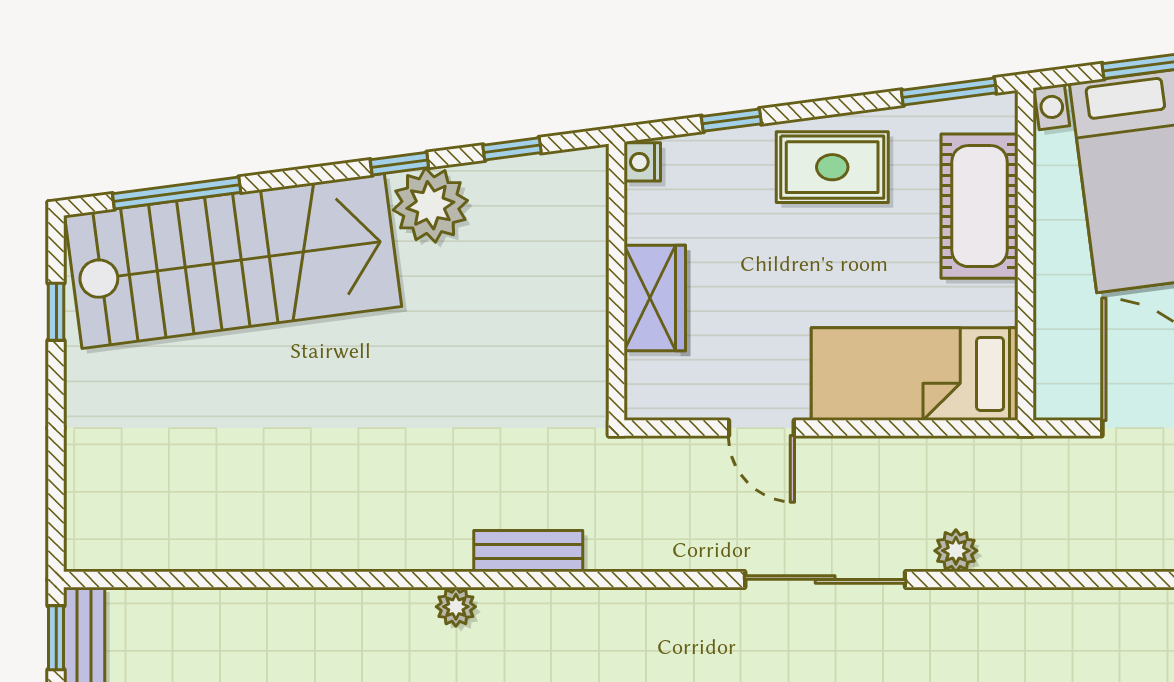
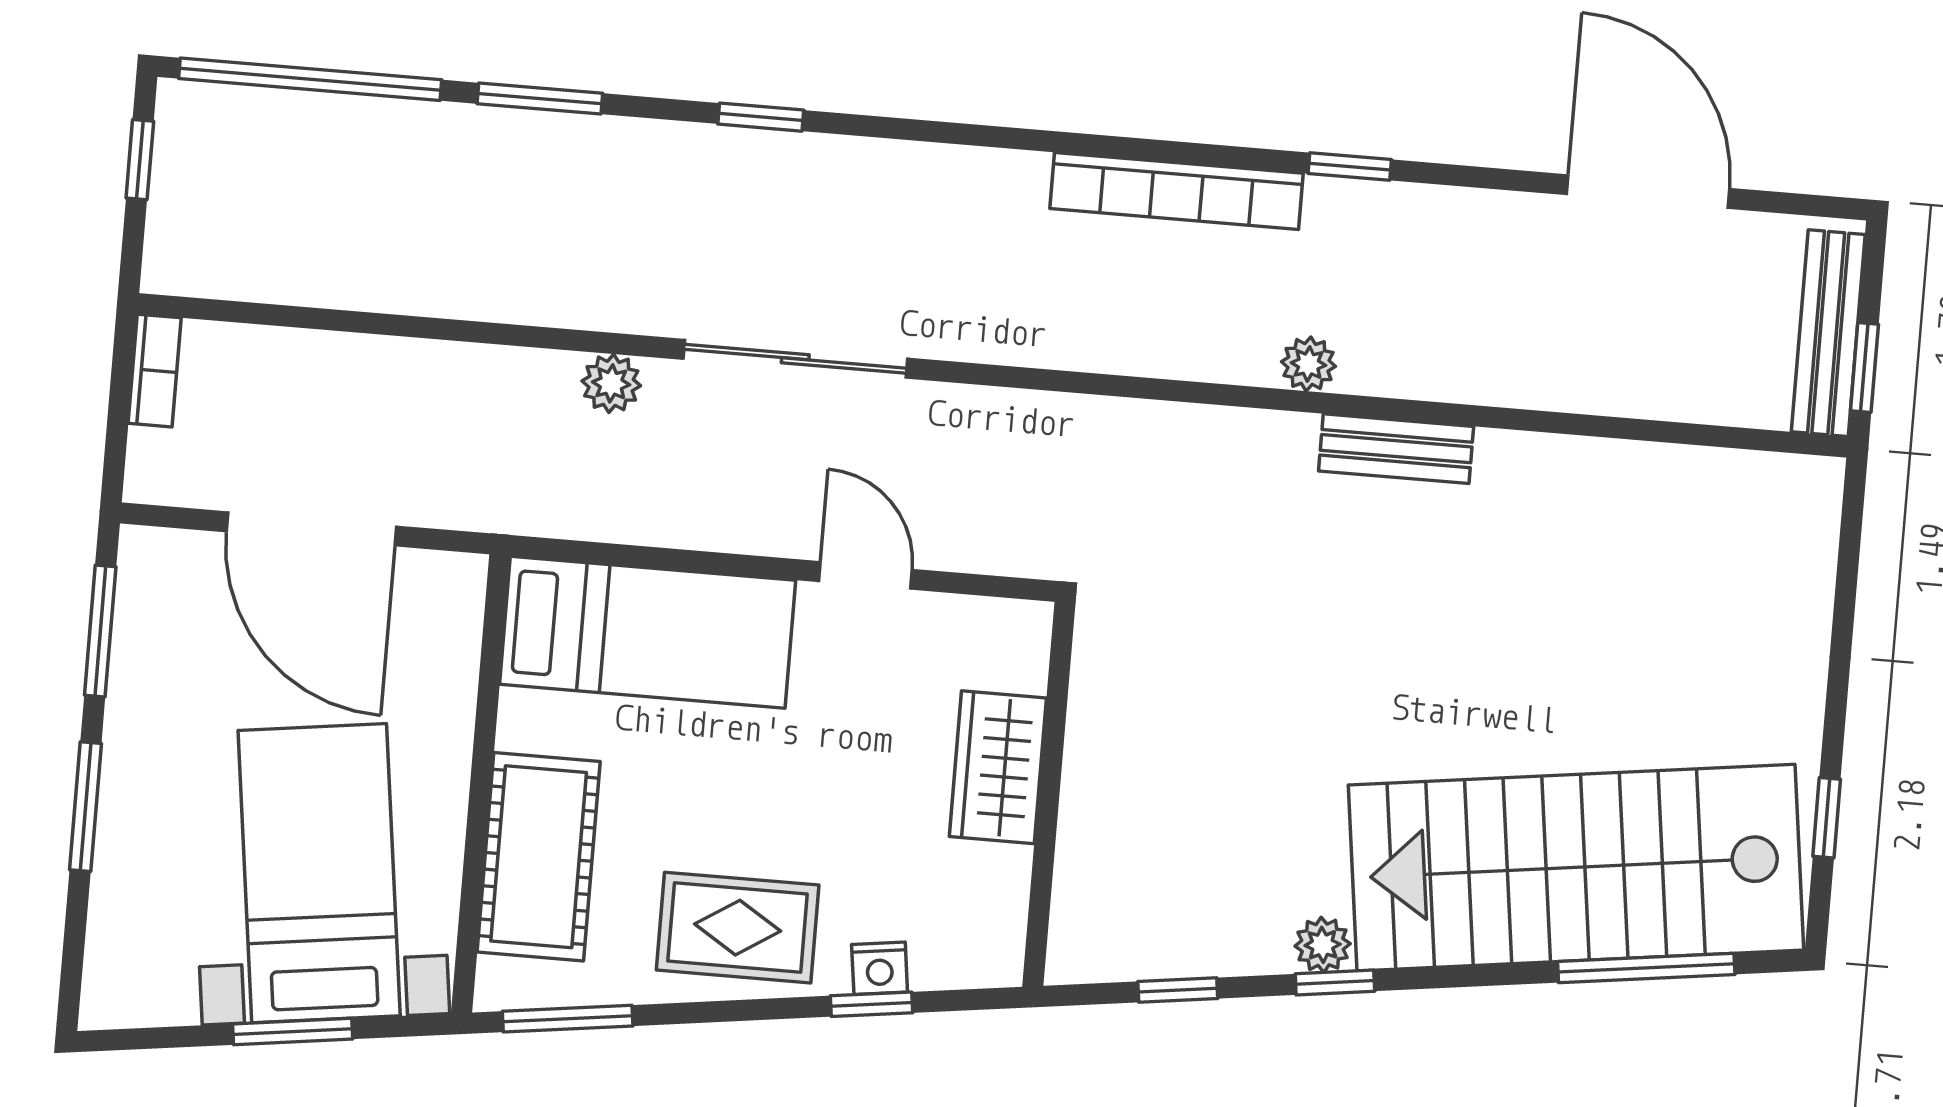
nightstand: (642, 162) -> (880, 968), moved, turned 83
plant: (430, 205) -> (1323, 945), width x0.53, depth x0.53
bench: (528, 551) -> (1396, 449), moved

